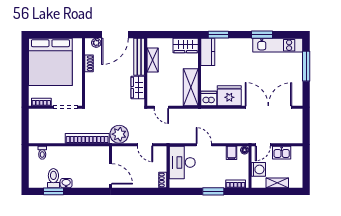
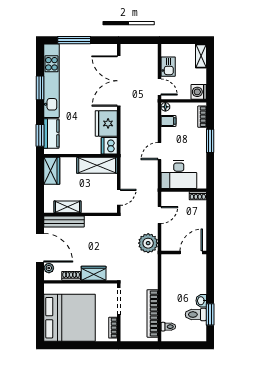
kitchen unit: (278, 45) -> (51, 81), width x1.36
kitchen counter: (208, 52) -> (51, 133), moved, turned 90
wardrobe: (138, 87) -> (94, 273), moved, turned 180
bookcase: (87, 138) -> (153, 313), moved
washing machine: (258, 169) -> (199, 92), moved, turned -90
shelving: (277, 183) -> (201, 56), moved

